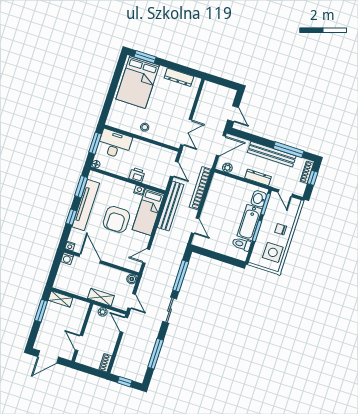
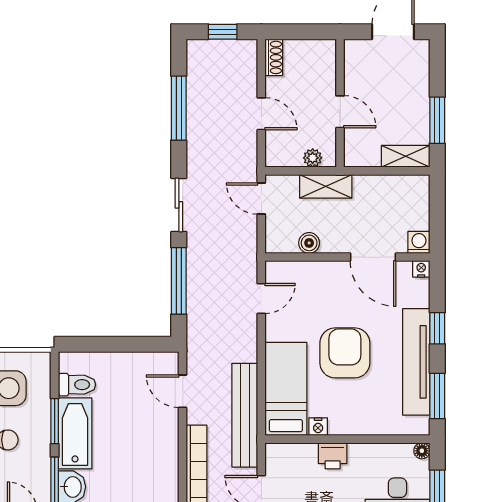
boiler: (132, 279) -> (309, 243), moved
door: (124, 325) -> (261, 114), moved
door: (79, 343) -> (340, 112), moved

